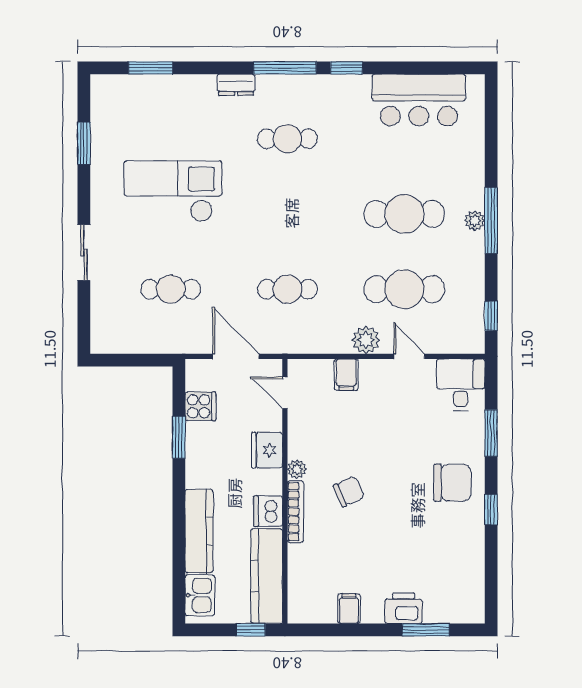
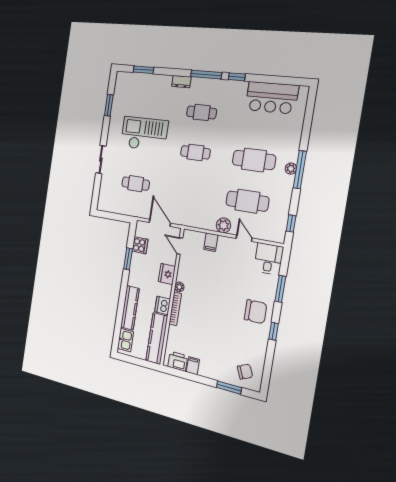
cafe table: (287, 289) -> (195, 152), moved
chair: (349, 491) -> (245, 372), moved
printer: (404, 608) -> (178, 361), moved
window: (251, 630) -> (145, 364), removed

